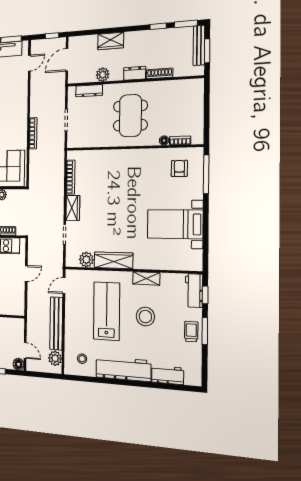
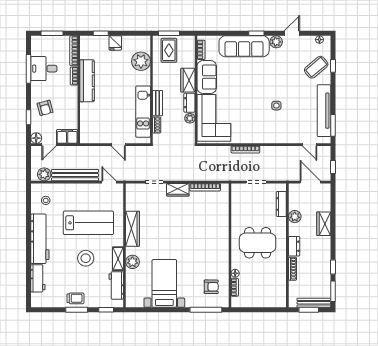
plant: (86, 260) -> (132, 262), moved
workbench: (194, 291) -> (116, 285), moved, turned -90
filing cabinet: (17, 330) -> (67, 136), added

